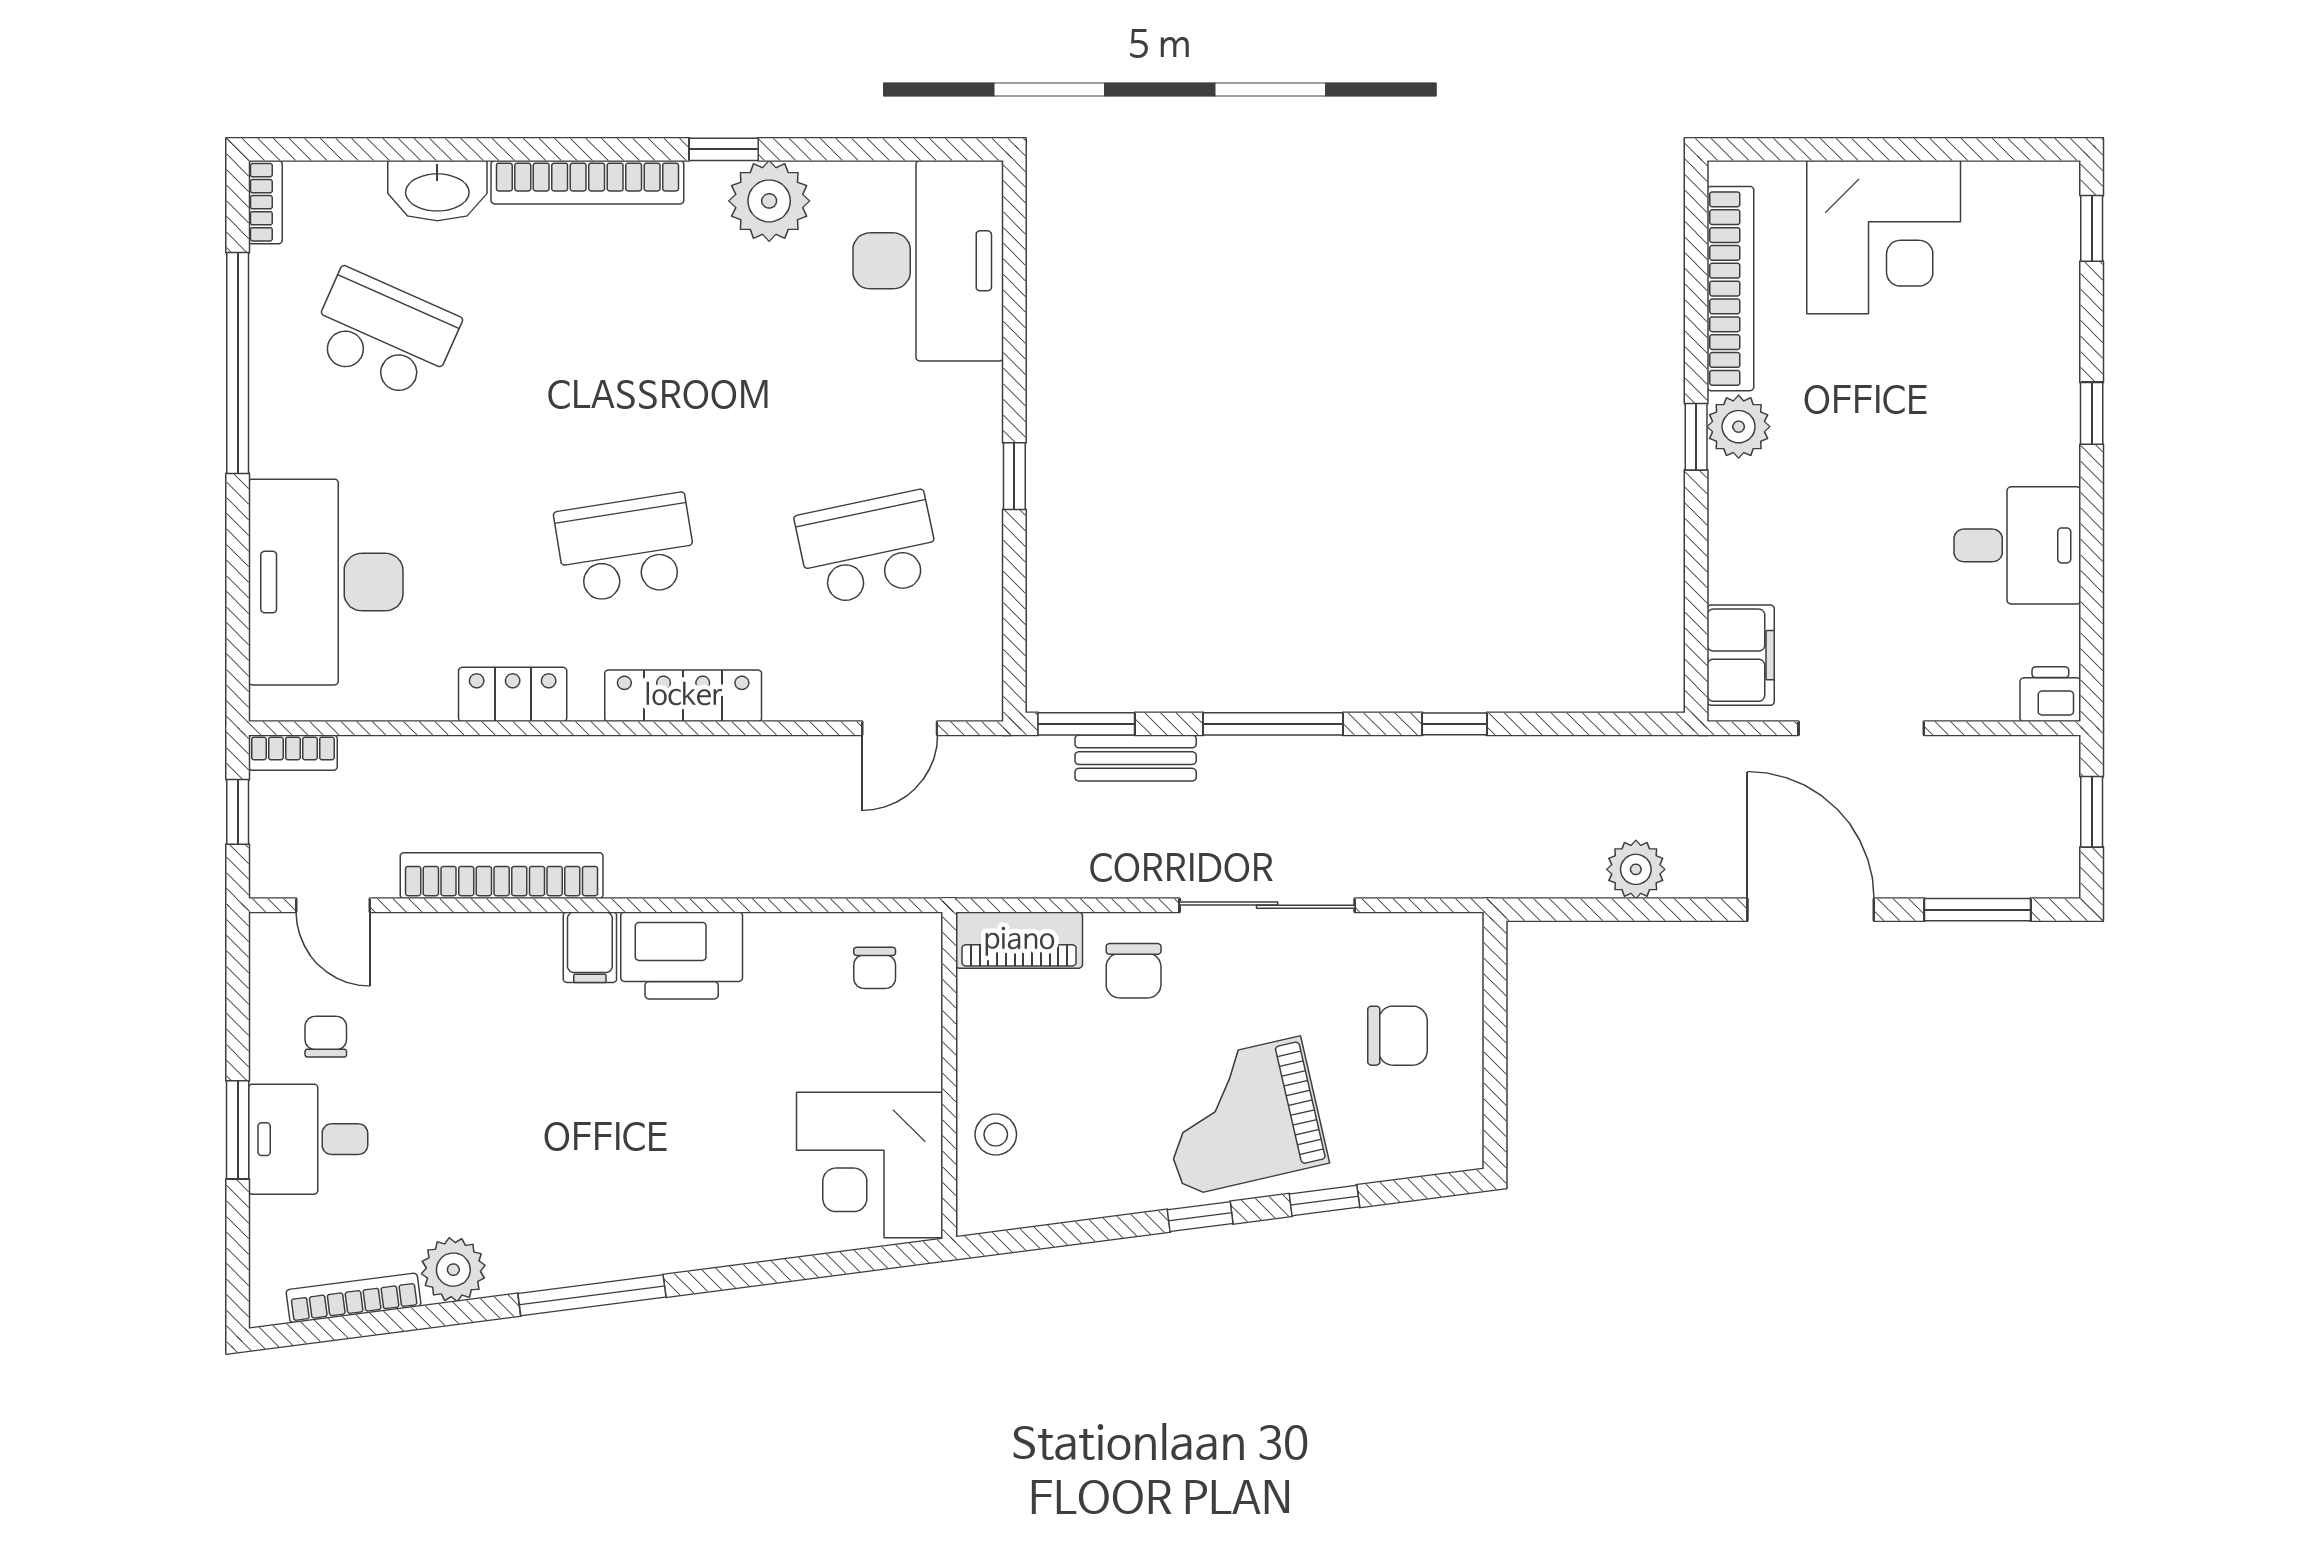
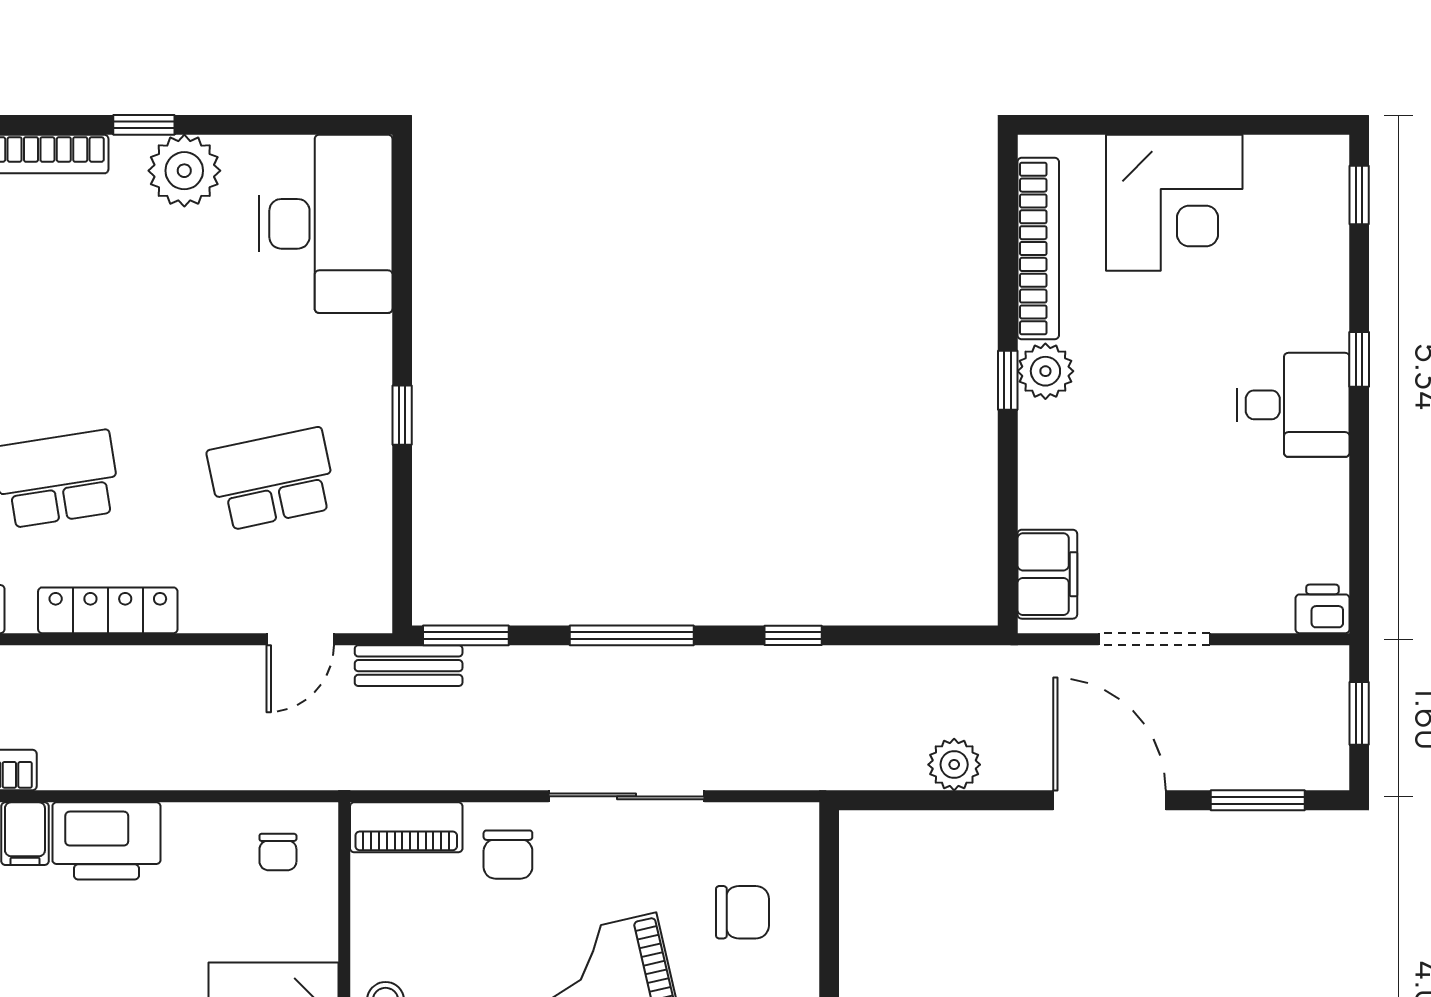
desk: (2017, 545) -> (1293, 405), moved
bench: (1136, 758) -> (409, 666), moved

